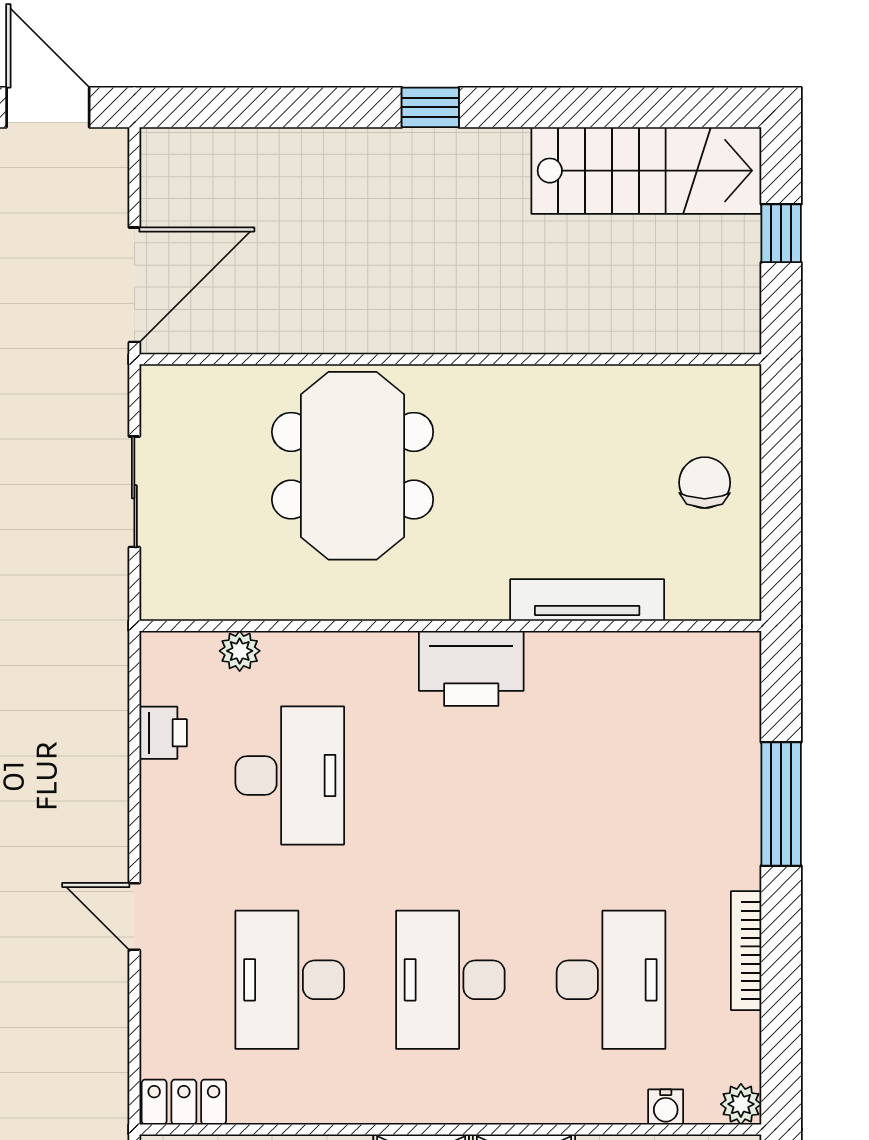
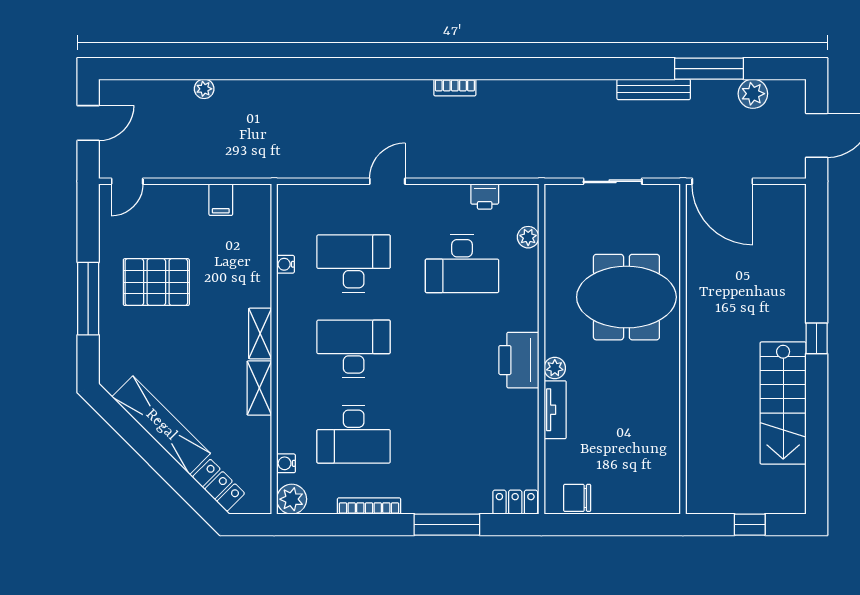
stairs: (646, 171) -> (783, 403), moved
chair: (705, 483) -> (577, 498), moved, turned 180
tv unit: (587, 600) -> (555, 410), width x0.71
plant: (486, 601) -> (555, 368), added
locker: (184, 1102) -> (515, 502), moved, turned -90
plant: (741, 1104) -> (292, 499), width x1.38, depth x1.38
water cooler: (291, 1108) -> (286, 264), added

